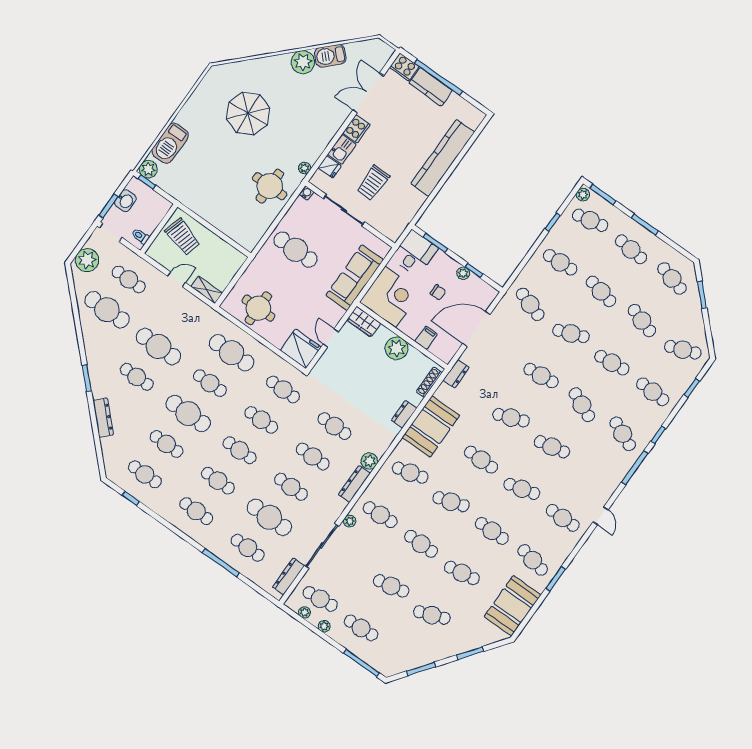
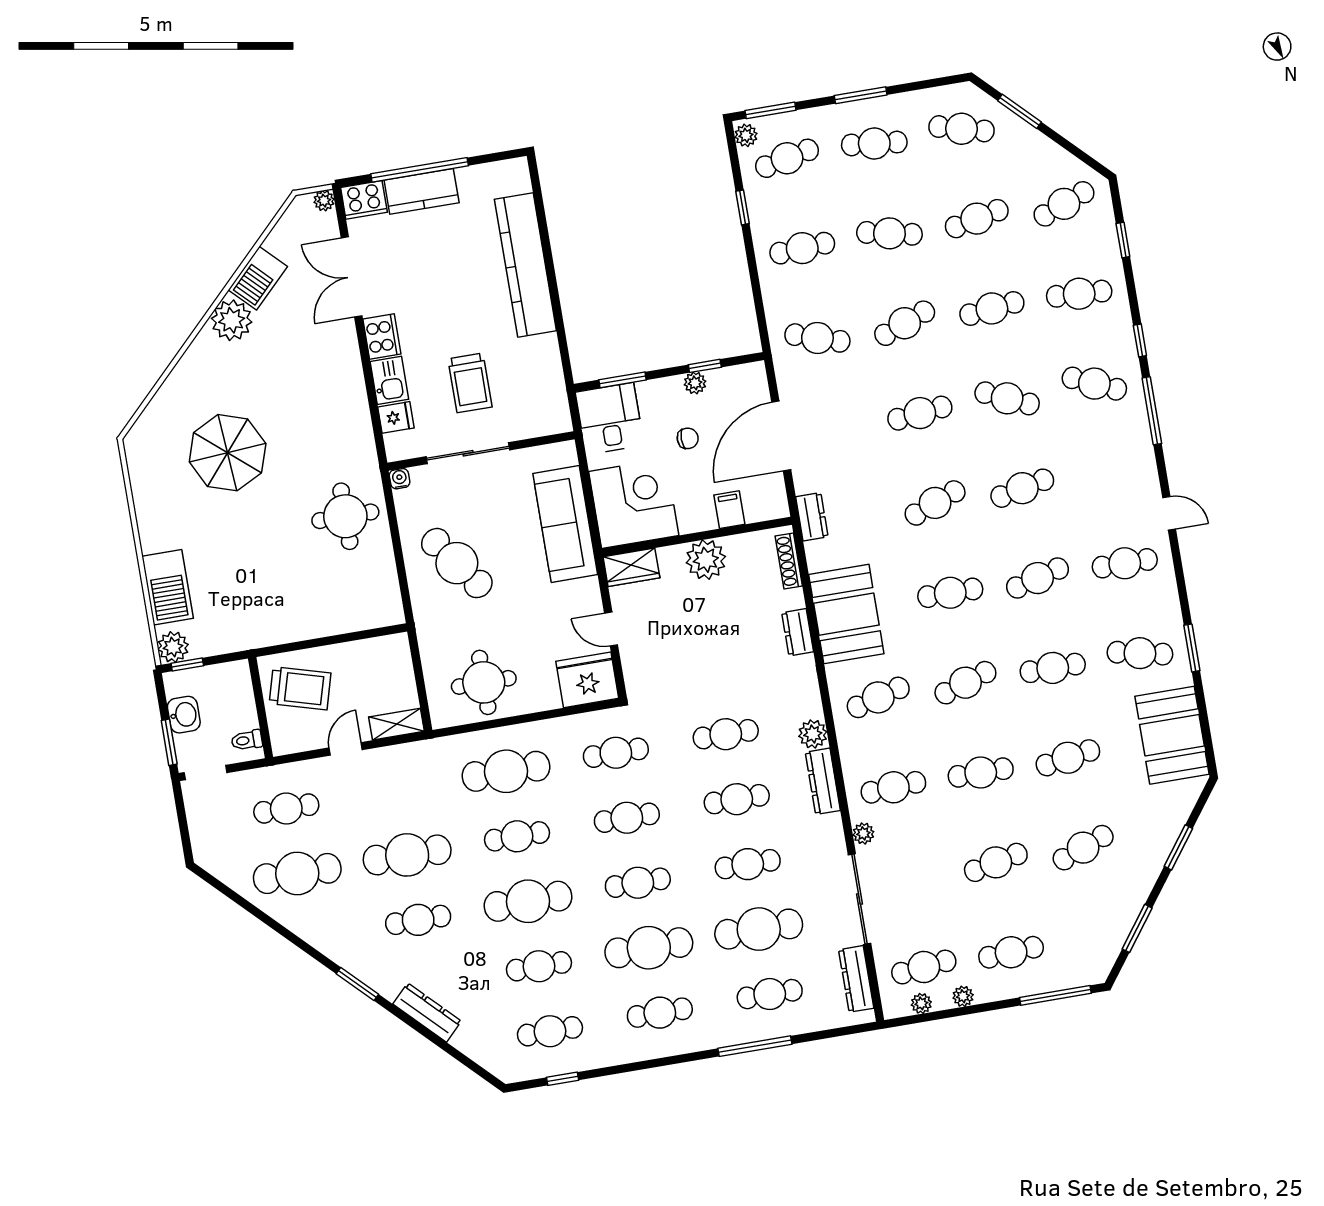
plant: (305, 168) -> (324, 201), moved
cafe table: (296, 250) -> (457, 563), turned 54
plant: (87, 260) -> (210, 837), removed
cafe table: (642, 321) -> (977, 219), turned -30
cafe table: (218, 481) -> (649, 948), width x1.37, depth x1.35

